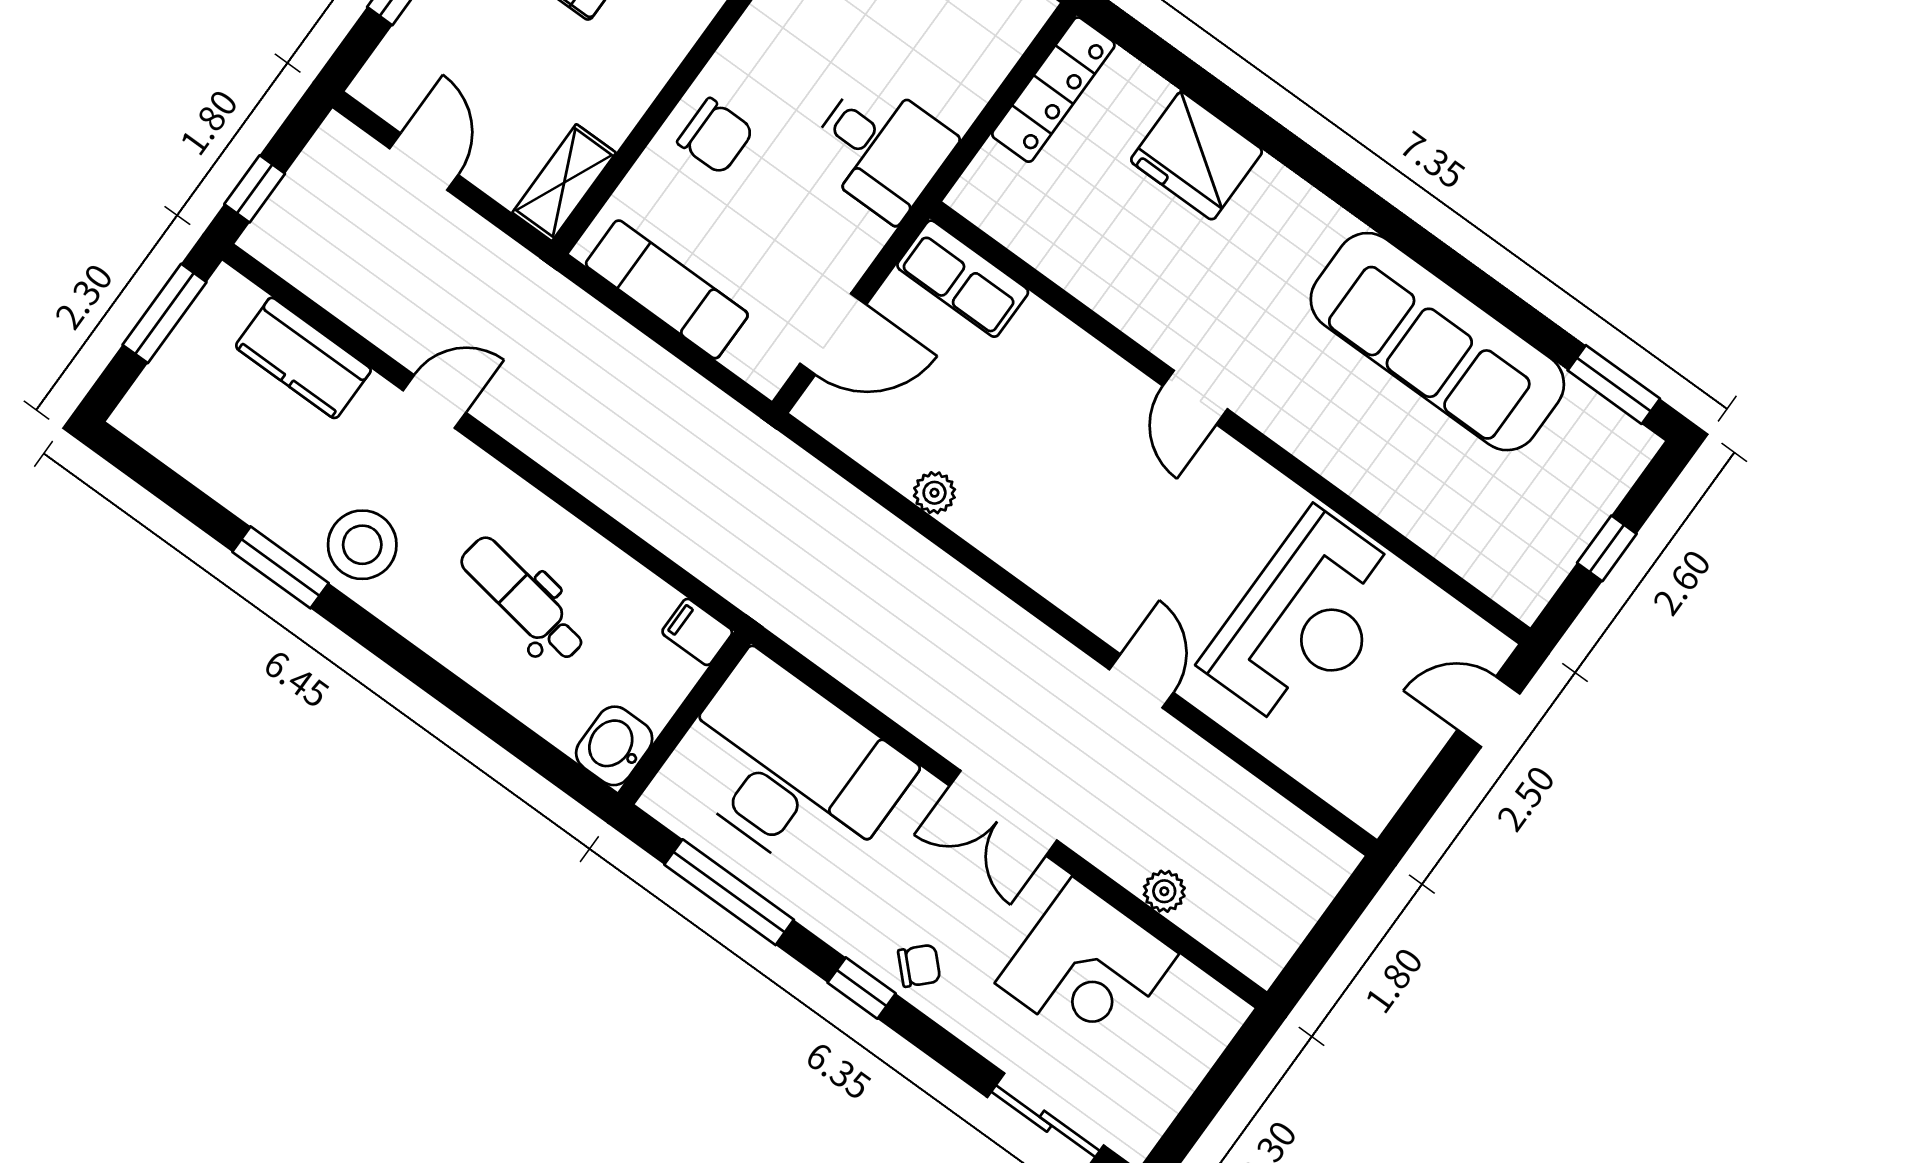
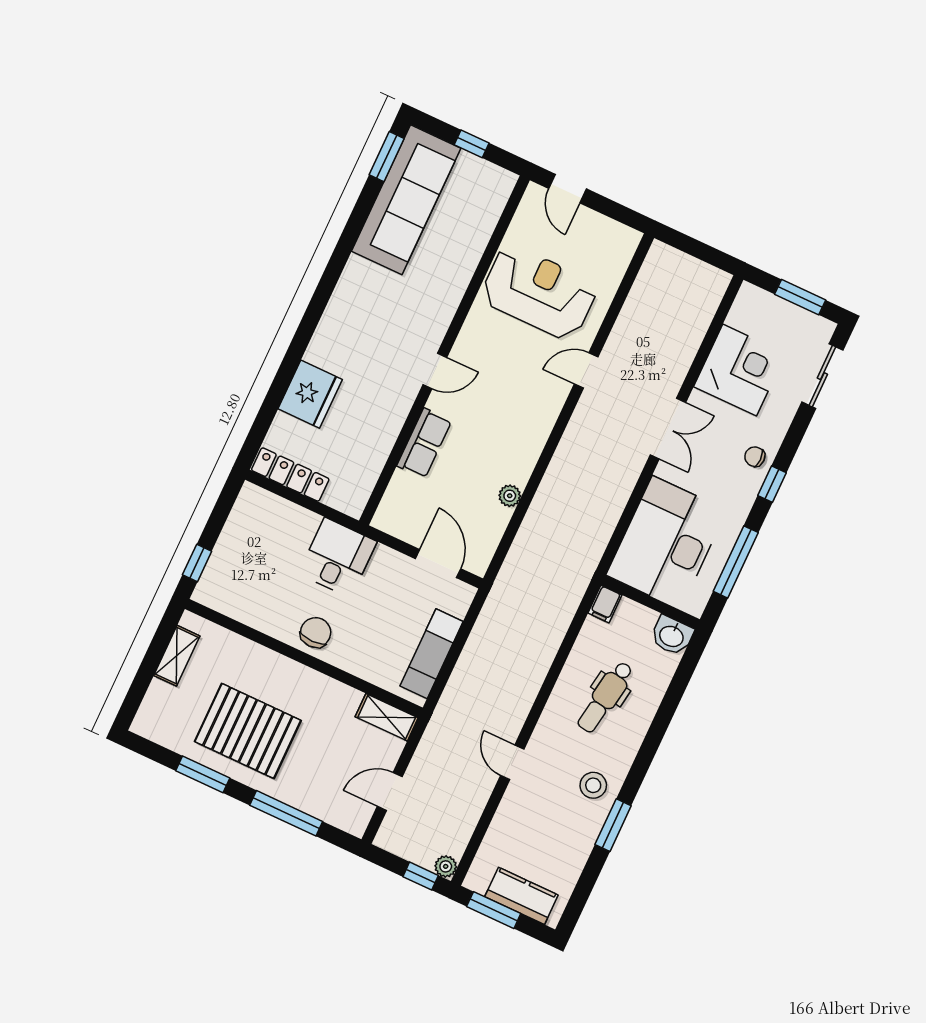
chair: (716, 136) -> (316, 633), moved
row of seats: (963, 279) -> (424, 443), moved
sofa: (1437, 342) -> (406, 200), moved
kitchen counter: (303, 358) -> (521, 896), moved, turned -90
stool: (362, 545) -> (593, 785), width x0.73, depth x0.73
plant: (1164, 891) -> (446, 866), moved
chair: (919, 966) -> (755, 457), turned -45
window: (1202, 1108) -> (800, 297), added

